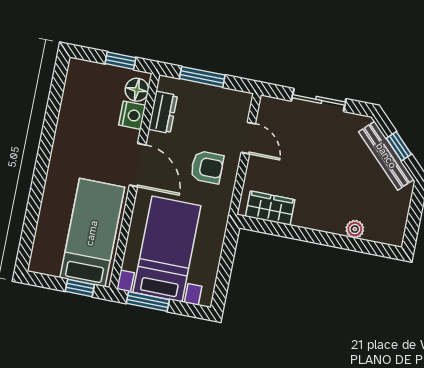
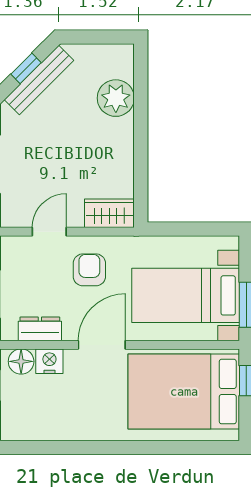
wardrobe: (270, 208) -> (109, 213), moved, turned 90
plant: (355, 229) -> (116, 98), width x1.88, depth x1.88
bed: (92, 233) -> (184, 392), width x1.50

